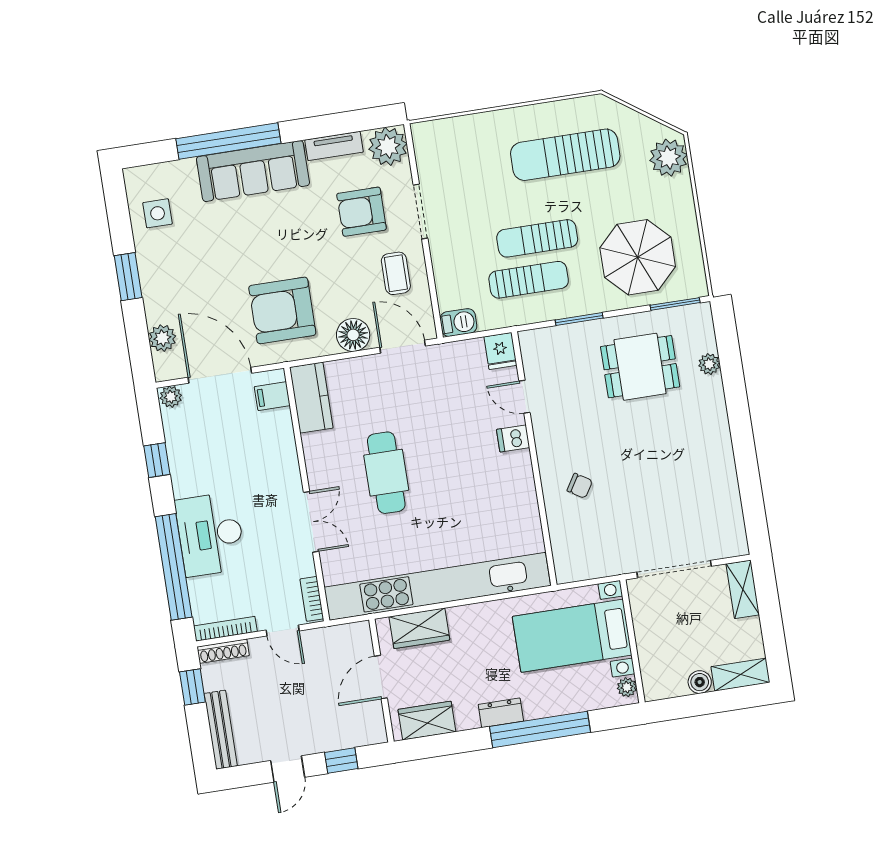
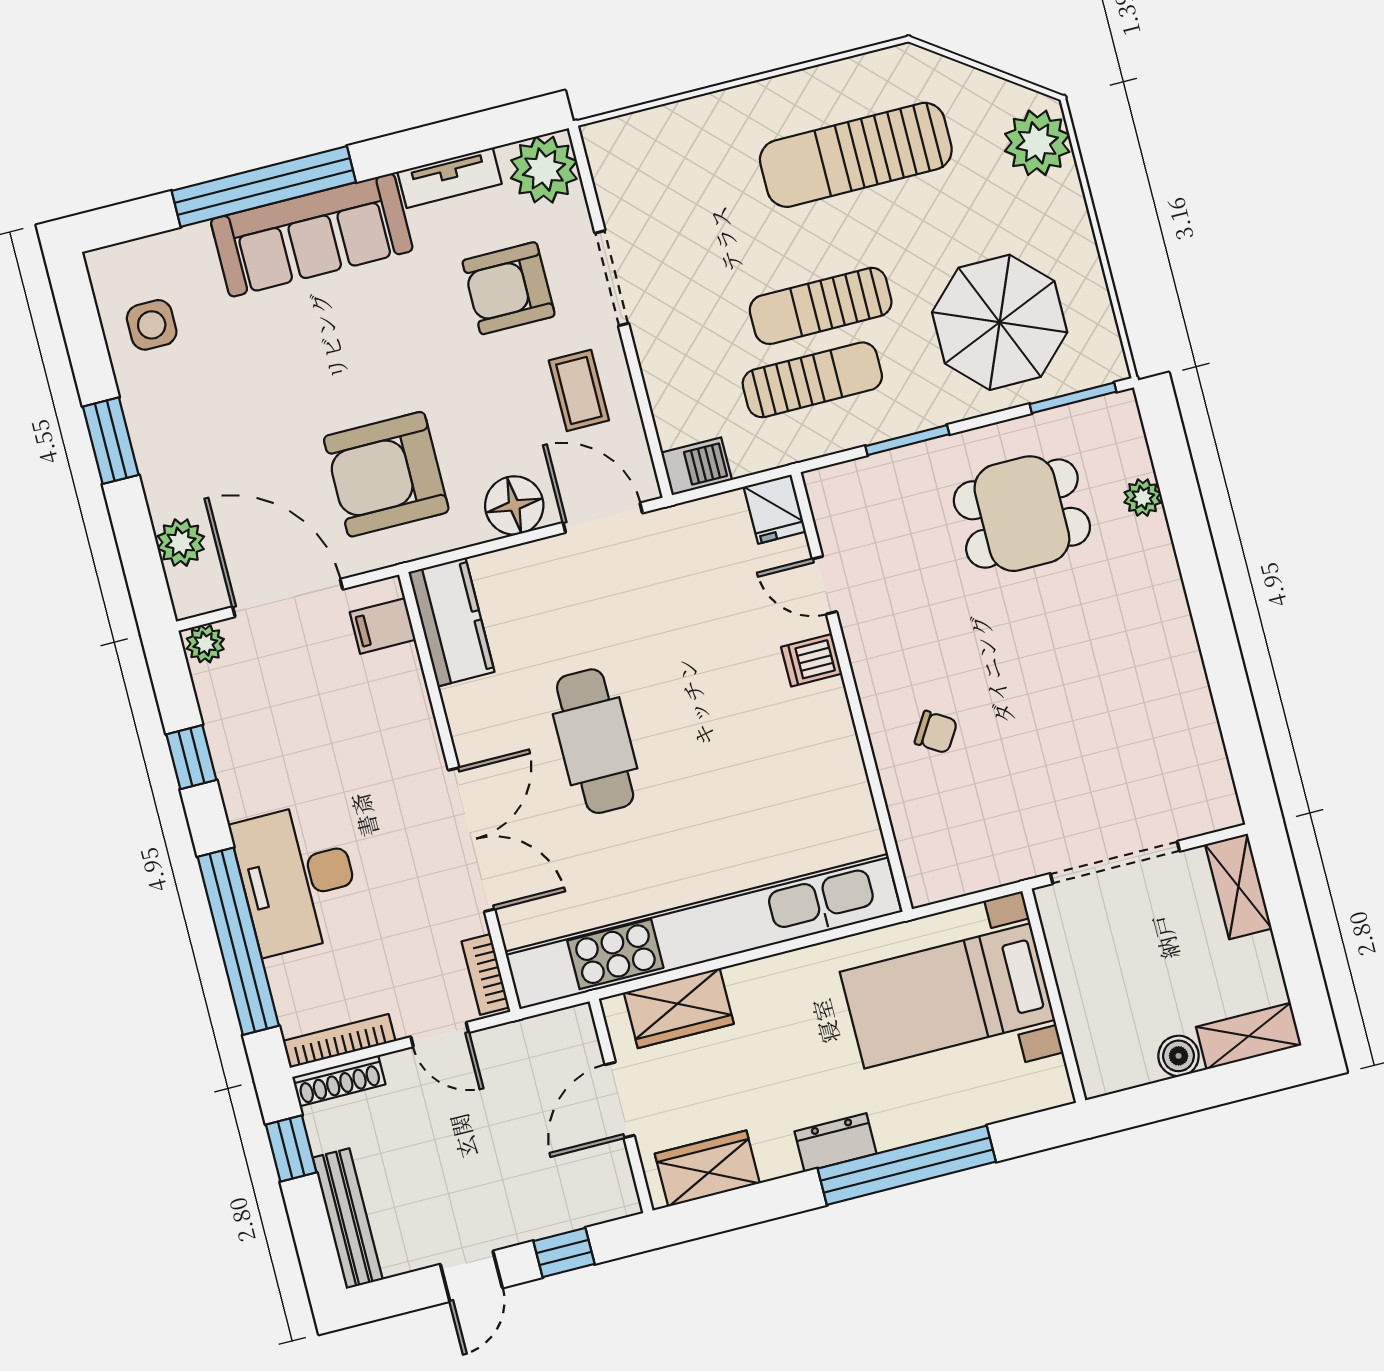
double door: (311, 522) -> (472, 840), width x1.37
plant: (627, 687) -> (1052, 1077), removed

